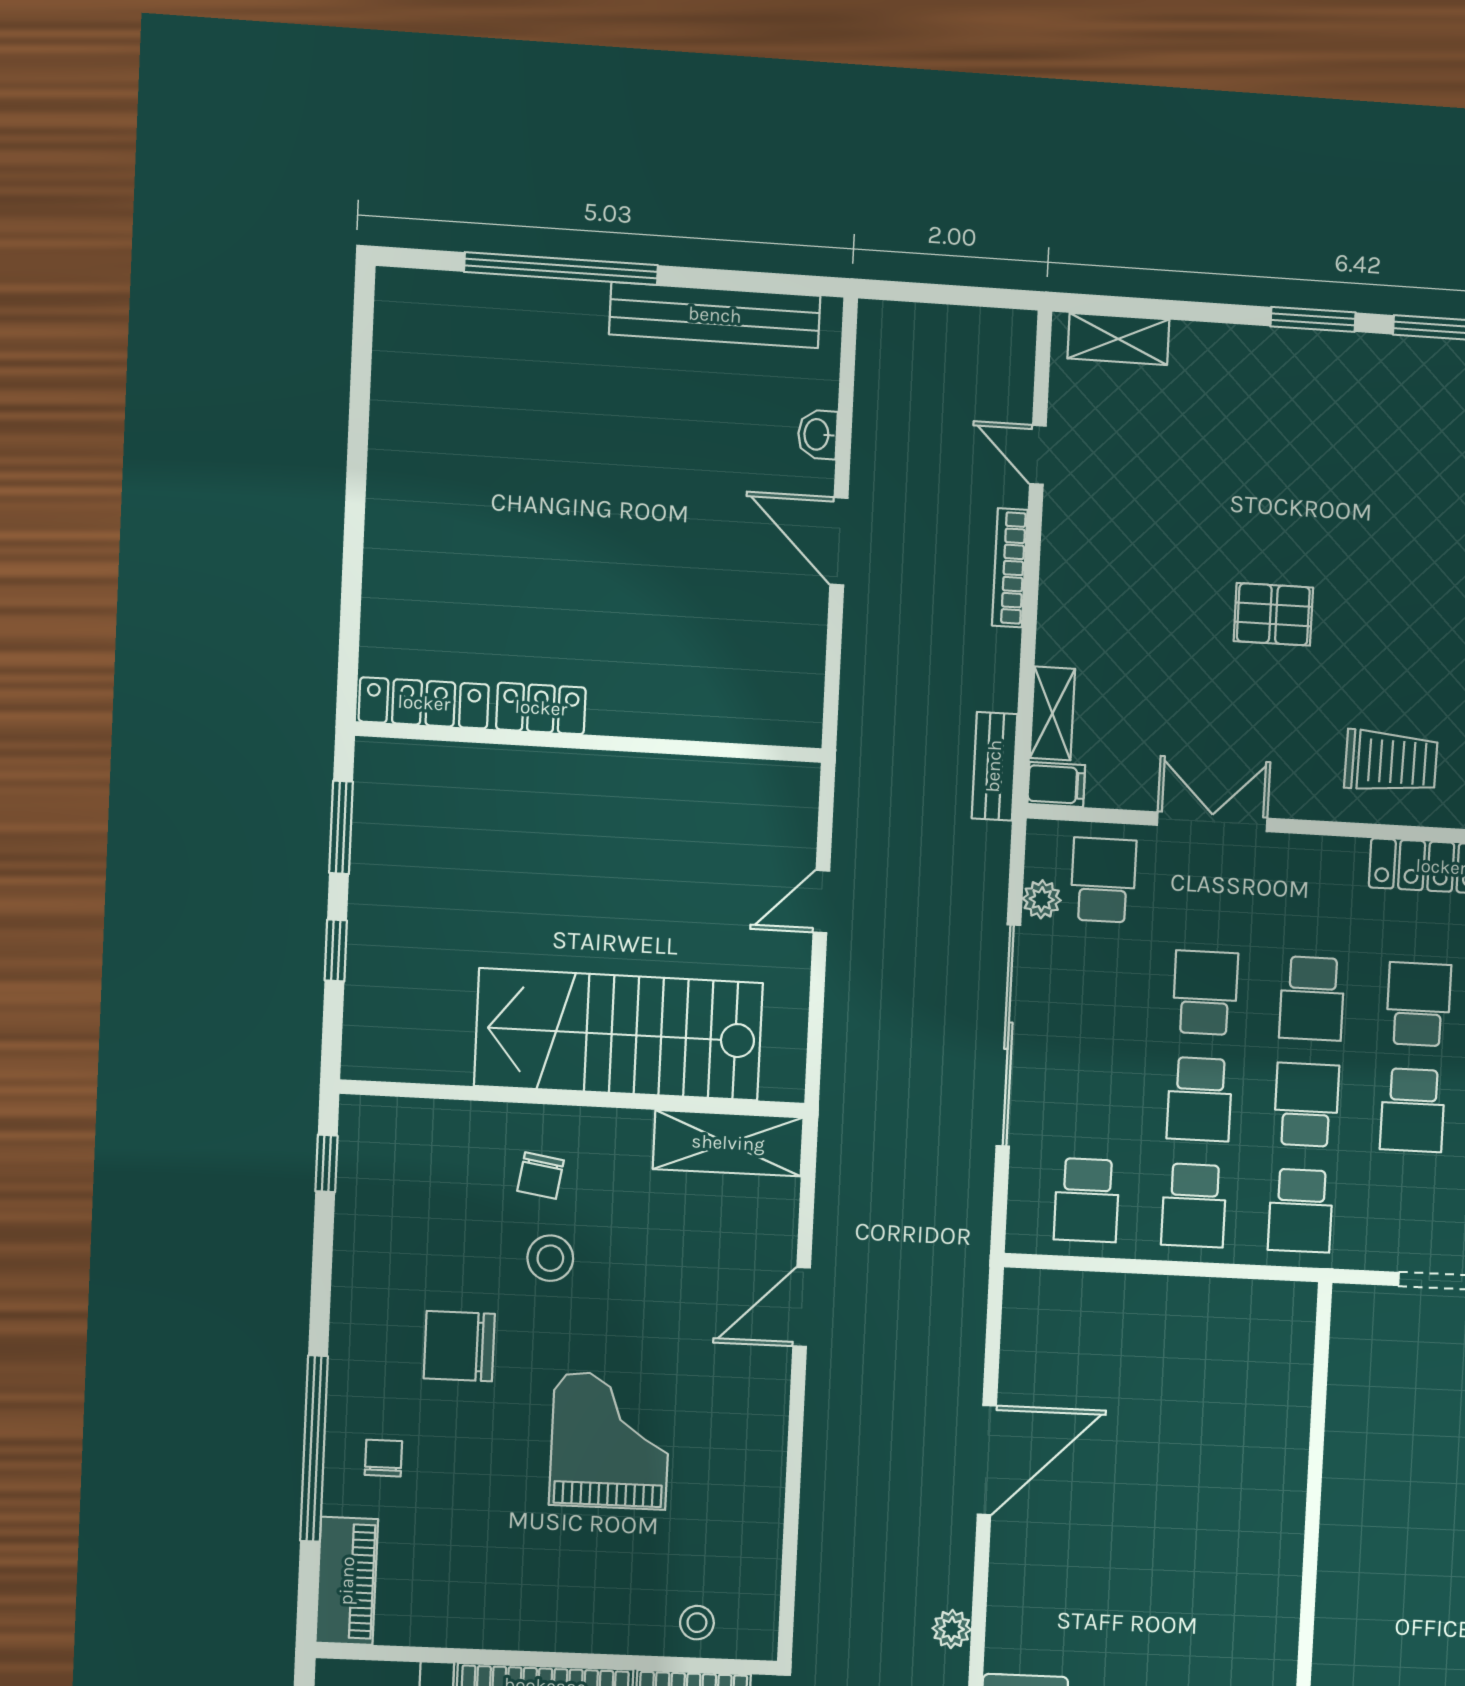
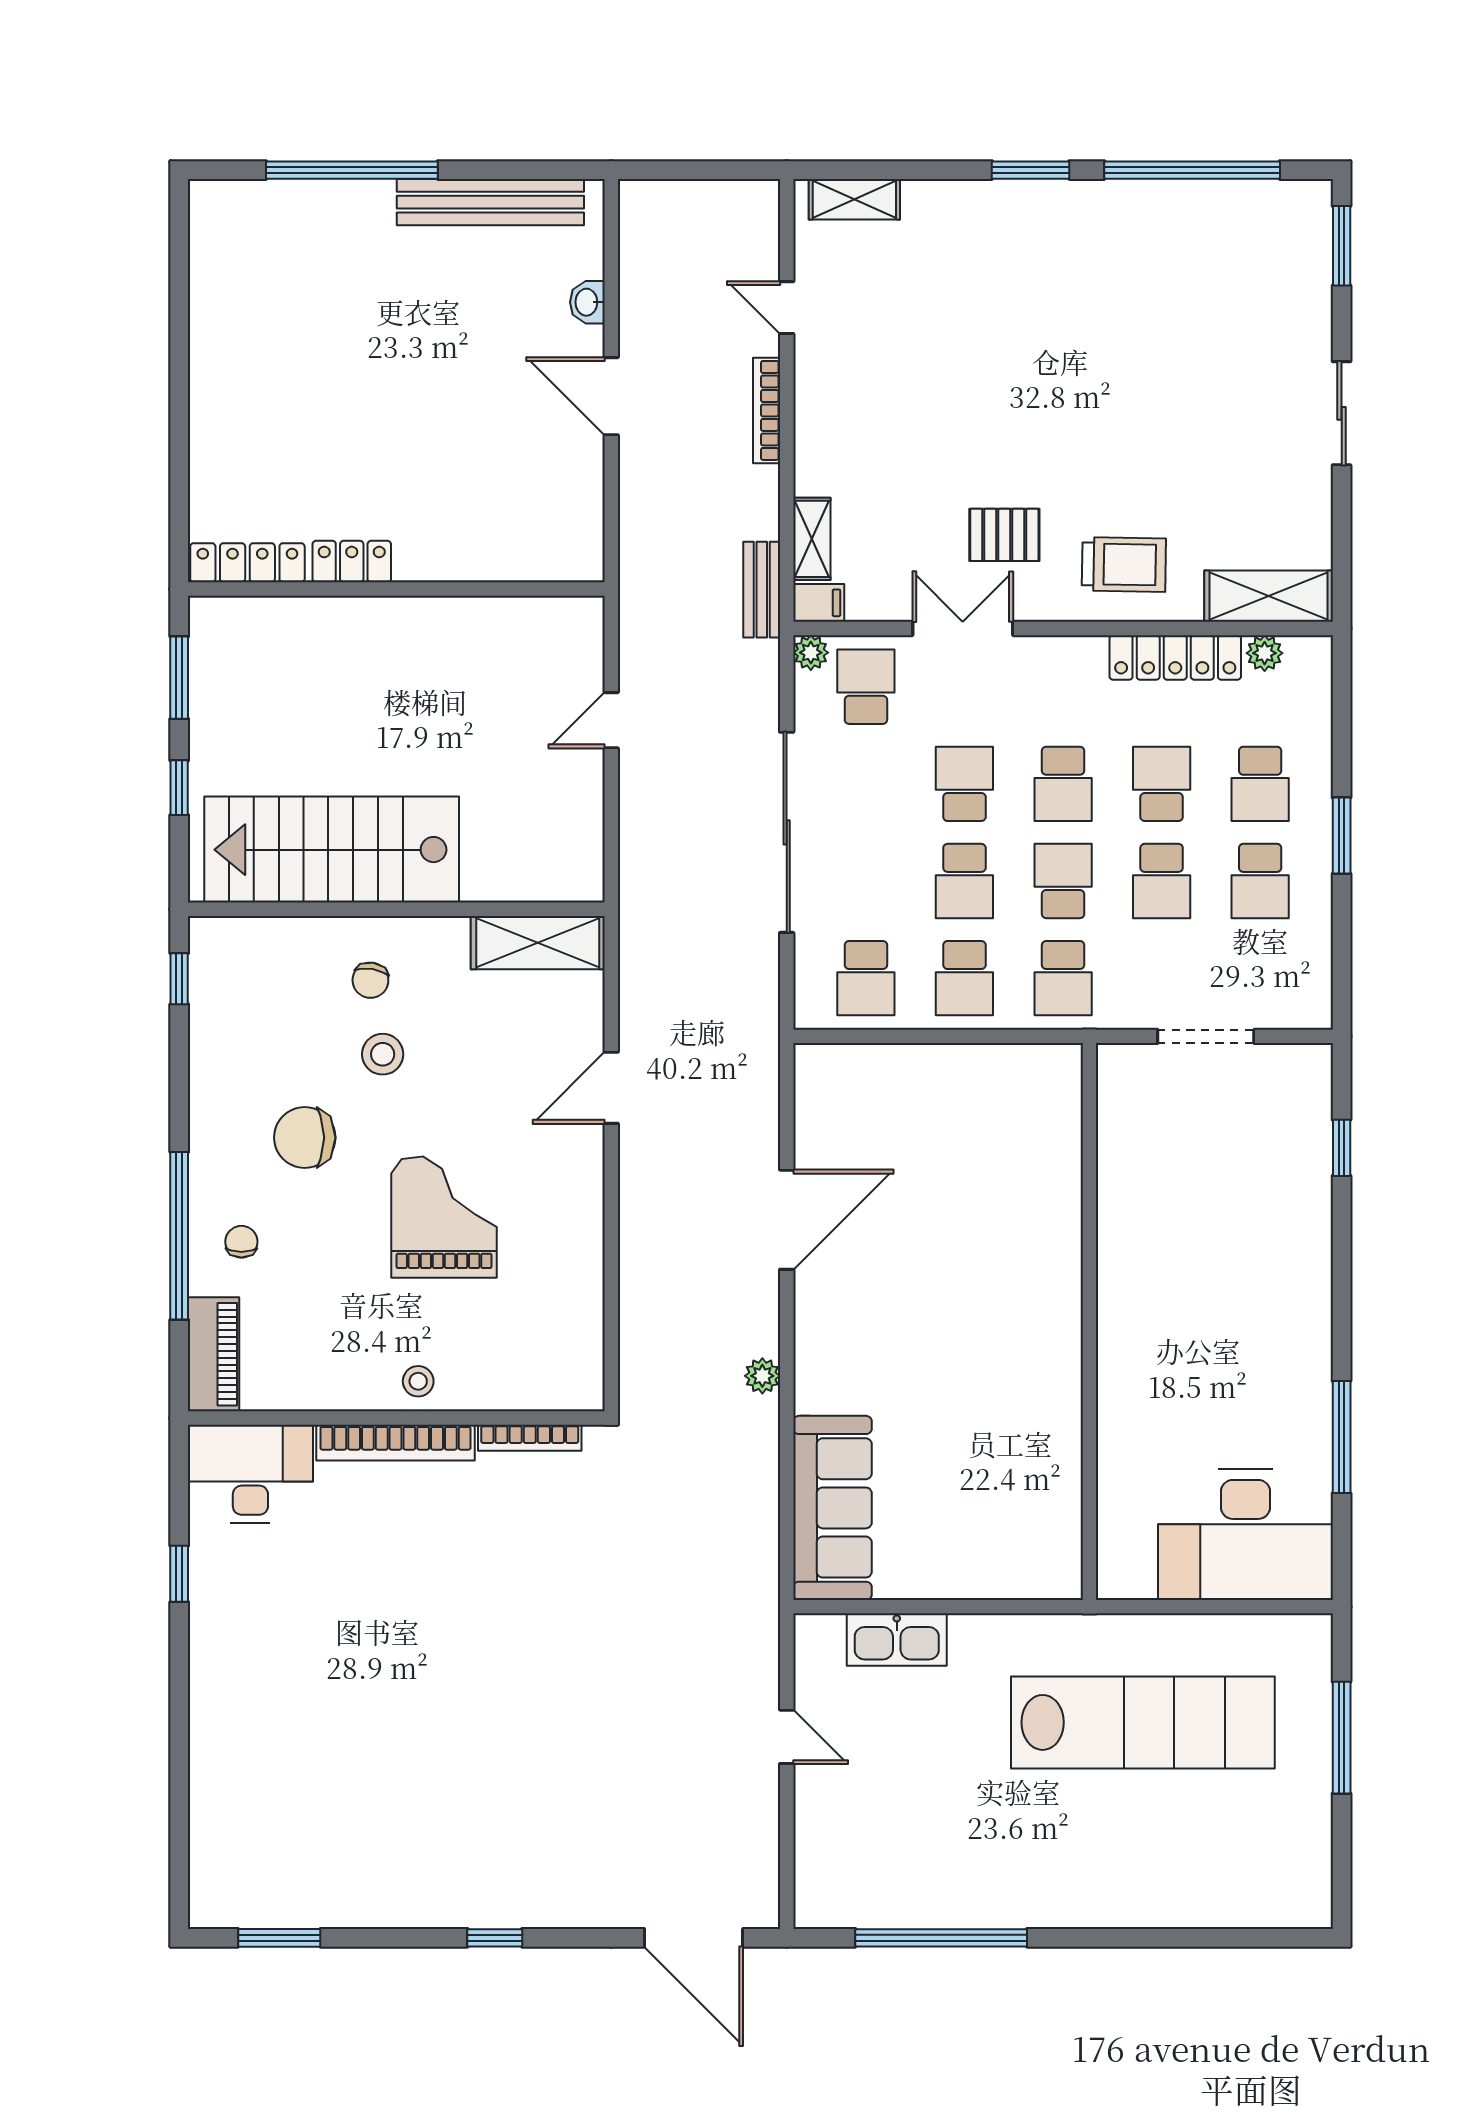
pallet: (1273, 614) -> (1004, 535), moved
plant: (1042, 899) -> (811, 653), moved
stairs: (619, 1034) -> (332, 850), moved
stool: (697, 1623) -> (418, 1381), moved

